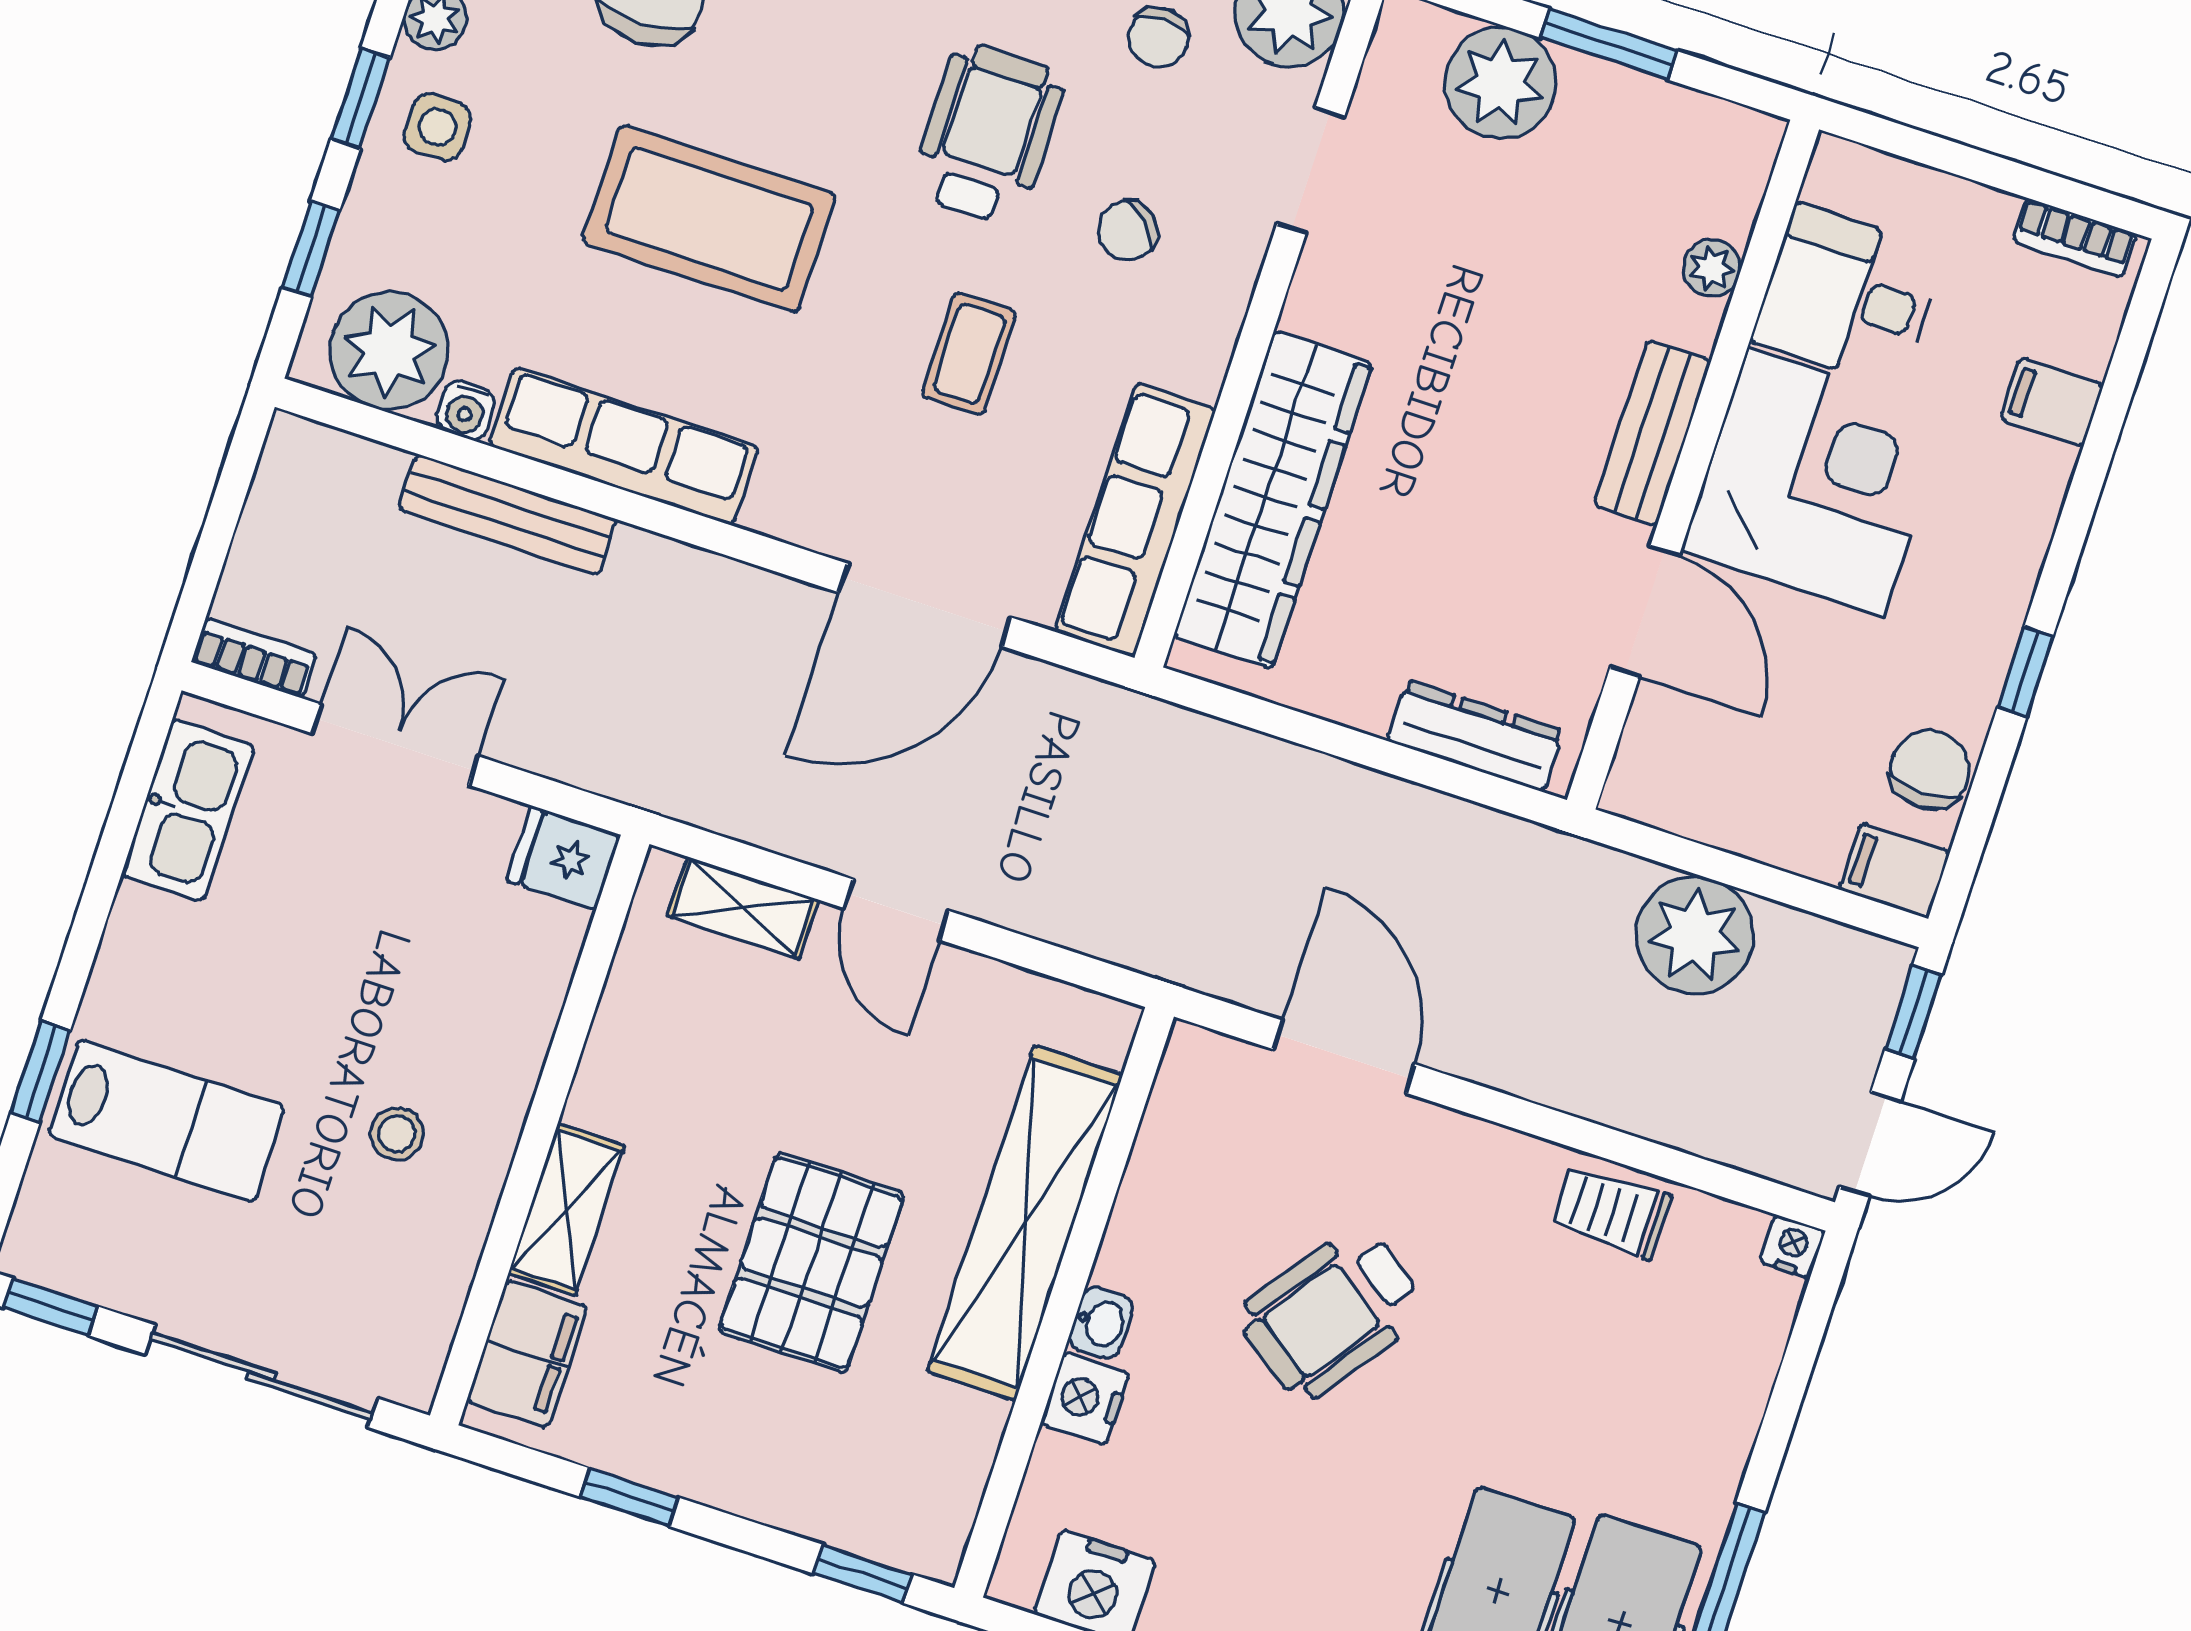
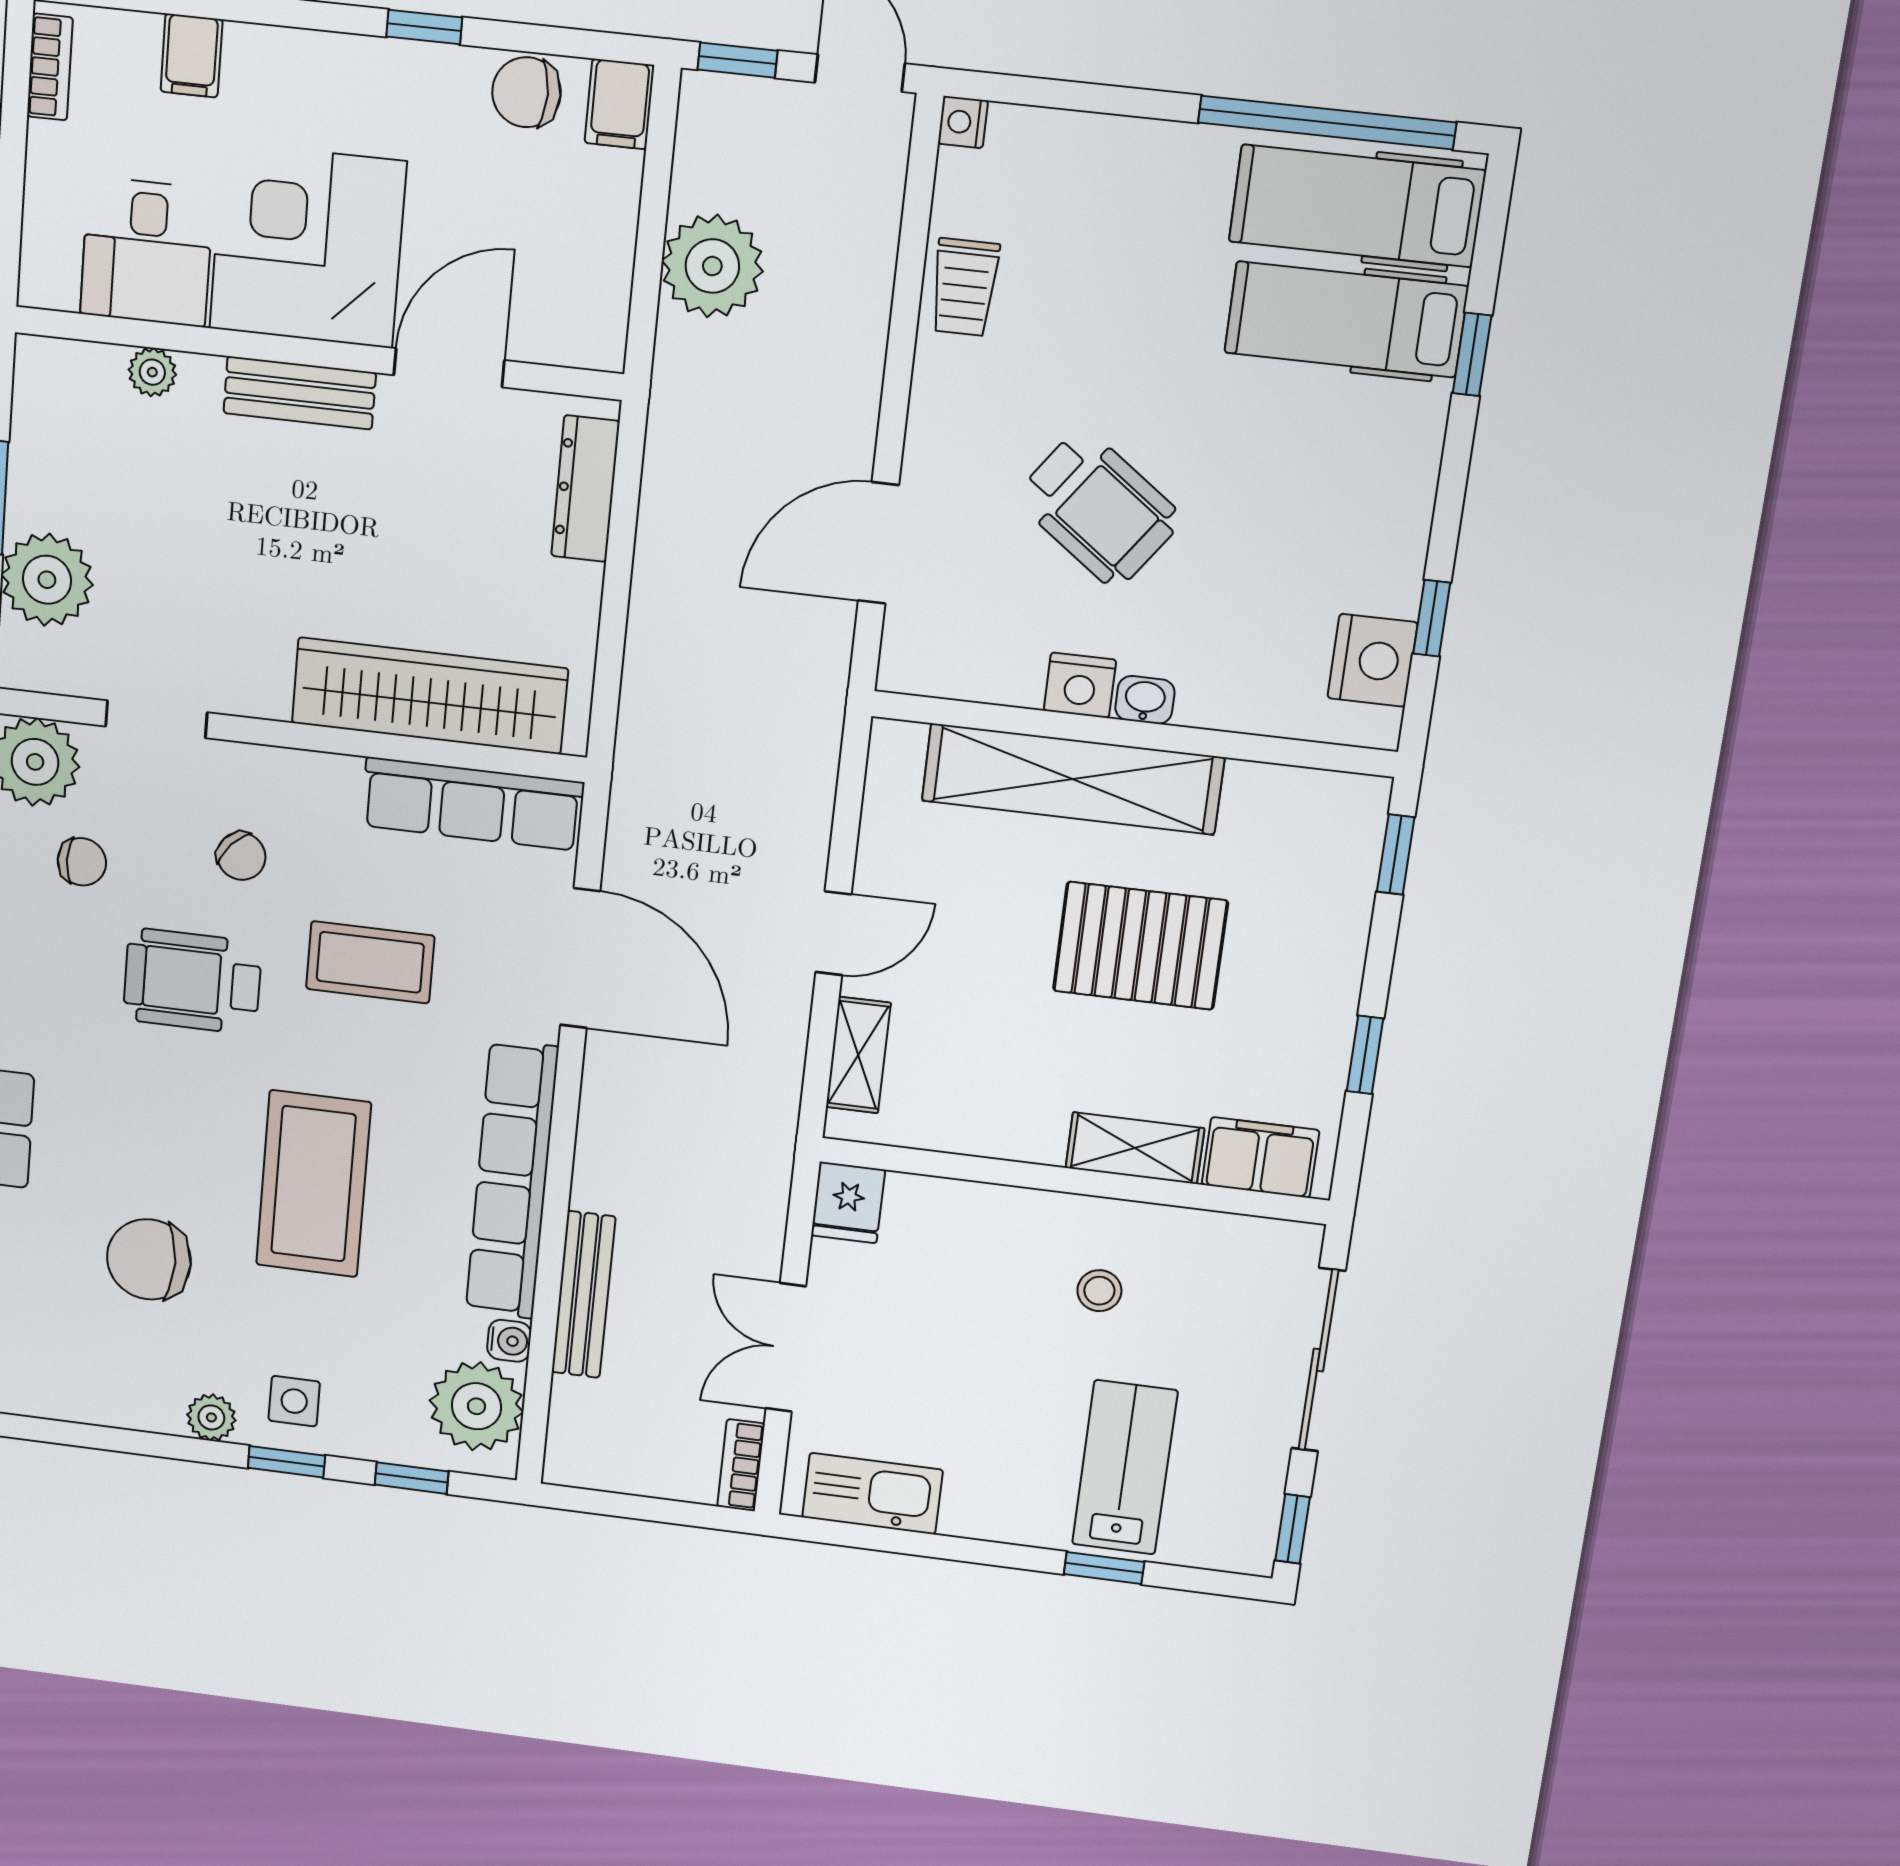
coffee table: (969, 354) -> (370, 962), width x1.36, depth x1.30
row of seats: (624, 446) -> (512, 1180), width x1.36
nightstand: (1085, 1399) -> (1080, 685), moved

